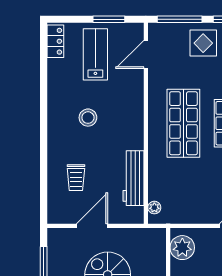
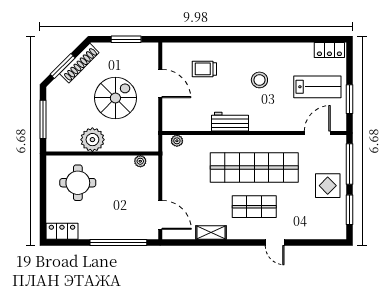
door: (146, 54) -> (317, 133), hinge flipped
shop shelf: (183, 123) -> (254, 168), width x1.40
workbench: (133, 178) -> (230, 122), moved, width x0.73
plant: (182, 248) -> (140, 161), width x0.53, depth x0.53

